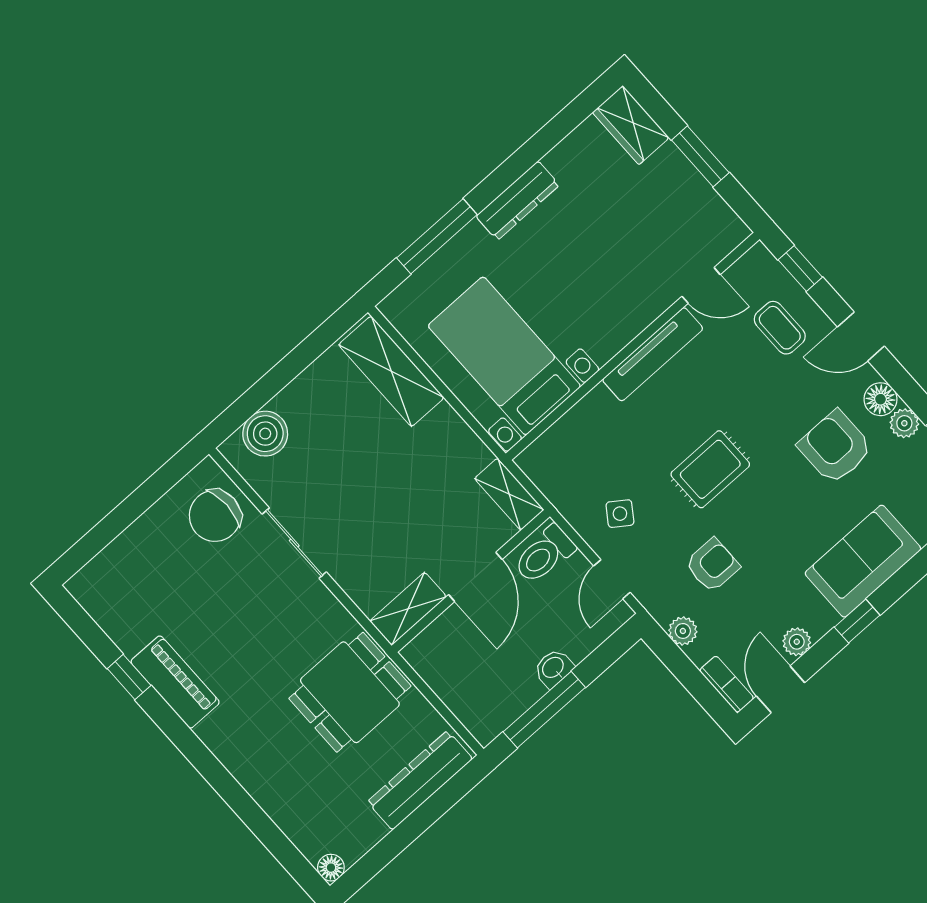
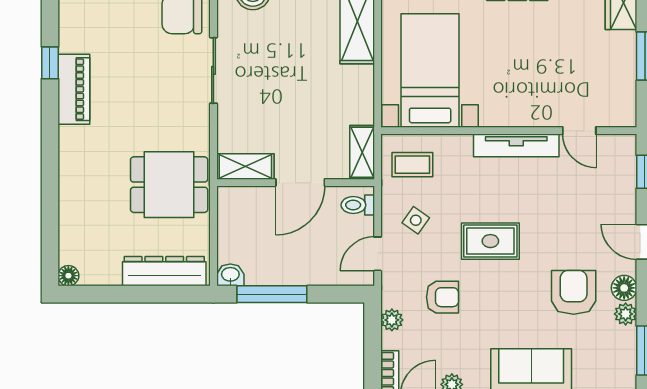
coffee table: (780, 328) -> (412, 165), moved, turned 90
toilet: (544, 554) -> (358, 205), width x0.73, depth x0.72
washbasin: (553, 668) -> (230, 275), moved

